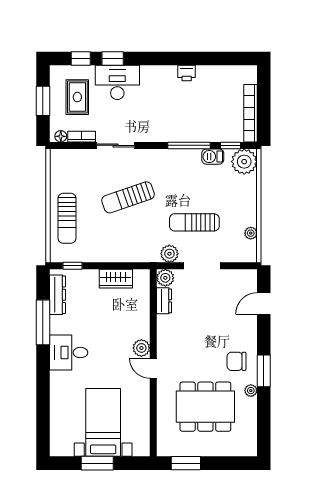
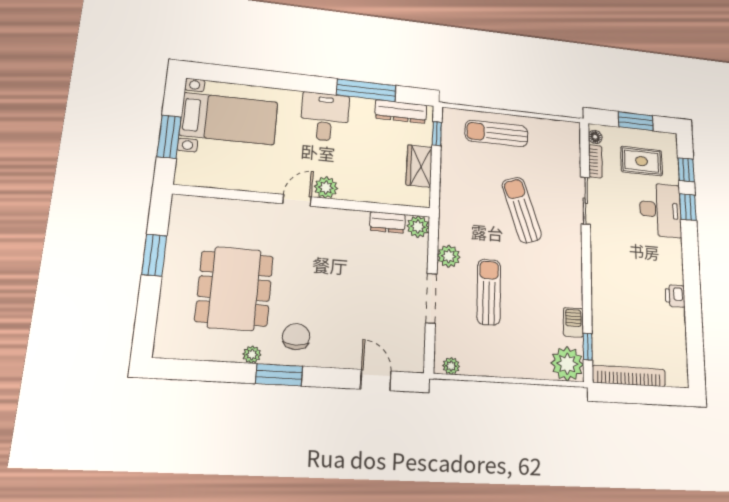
window: (189, 145) -> (587, 292), removed
plant: (251, 233) -> (451, 366), moved
plant: (165, 278) -> (418, 227), moved
wardrobe: (116, 279) -> (419, 166), moved
dresser: (164, 301) -> (387, 222), moved
plant: (141, 348) -> (326, 187), moved
wall: (153, 363) -> (304, 201), moved
door: (153, 368) -> (297, 200), moved
bed with nightstands: (103, 422) -> (229, 119), moved

